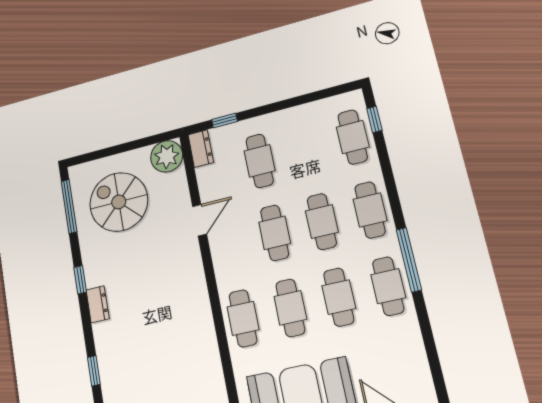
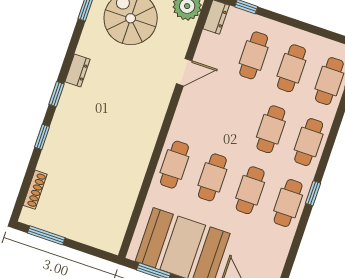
cafe table: (275, 233) -> (291, 68), moved
window: (409, 260) -> (313, 193), width x0.46
window: (80, 280) -> (57, 94), moved
dresser: (98, 304) -> (77, 71), moved

